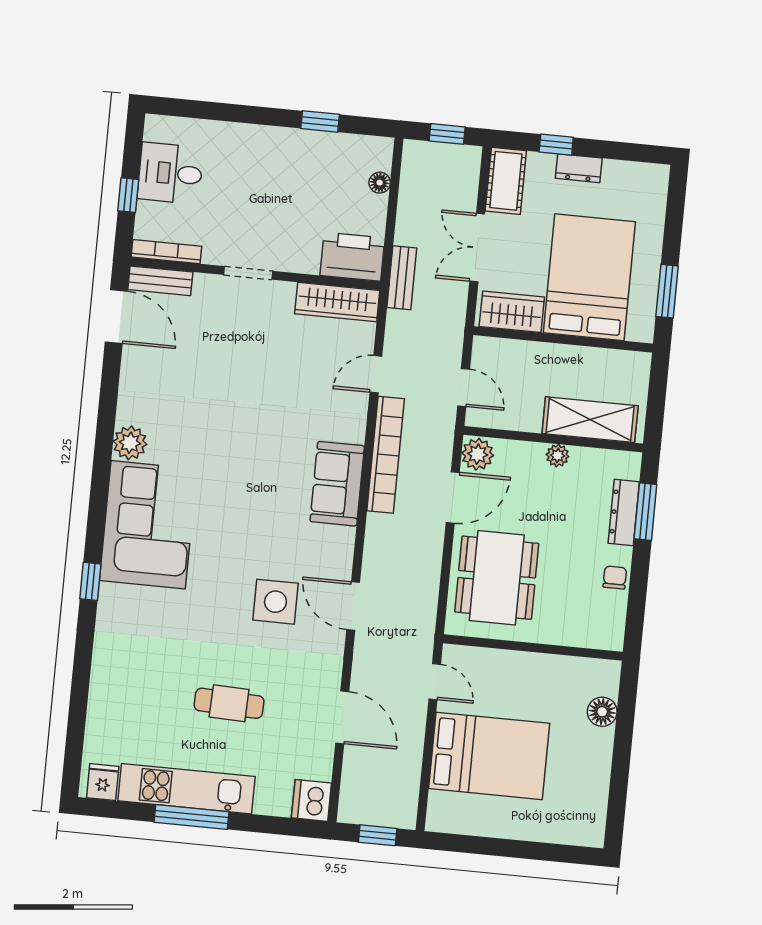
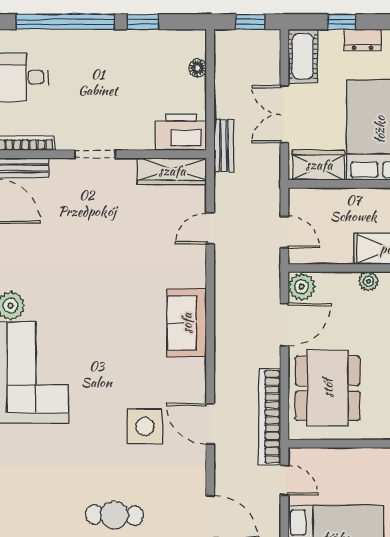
window: (228, 112) -> (65, 22), added
bookcase: (386, 455) -> (270, 417), moved, turned 180

